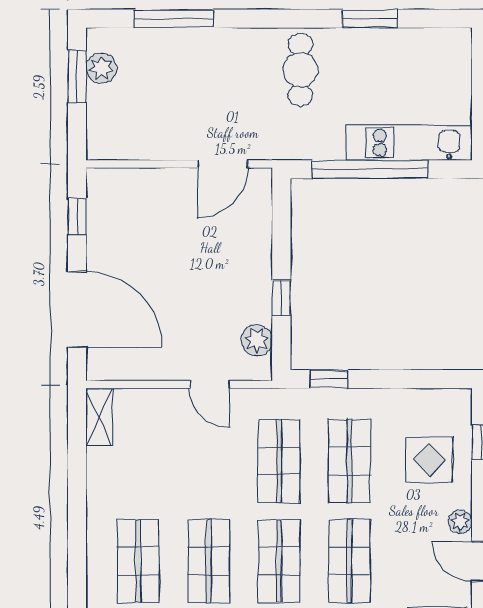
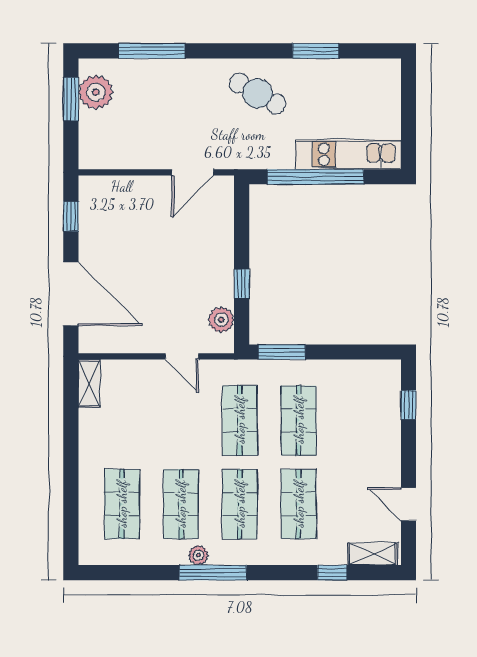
plant: (101, 68) -> (96, 92), width x1.36, depth x1.36
cafe table: (300, 70) -> (258, 94), turned -61
window: (329, 379) -> (282, 352), width x1.50
display table: (429, 460) -> (365, 419), removed
plant: (460, 522) -> (391, 471), removed

